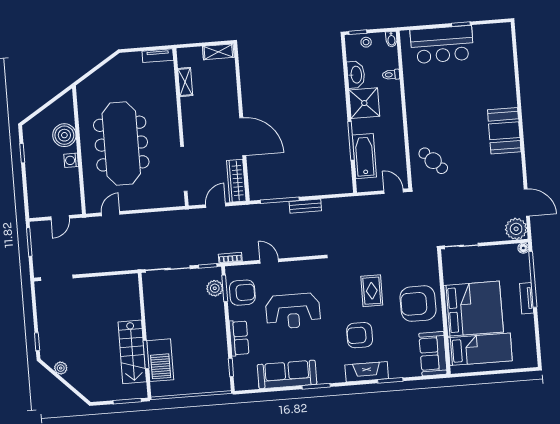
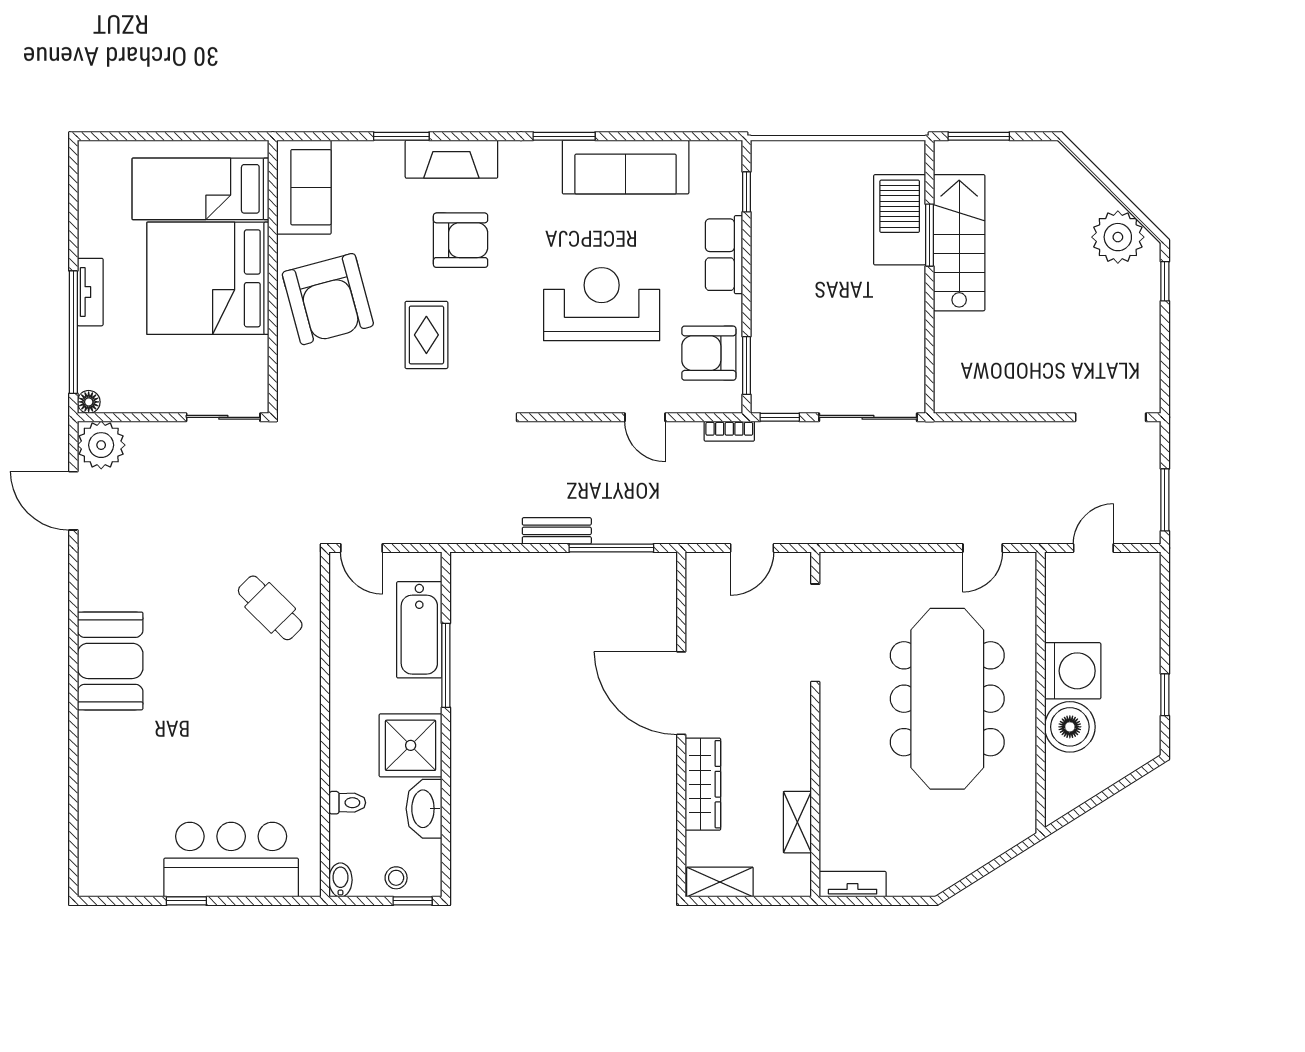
washing machine: (71, 160) -> (1073, 671), width x1.89, depth x1.89
wardrobe: (236, 181) -> (703, 784), moved
plant: (215, 288) -> (768, 367), removed
armchair: (418, 304) -> (328, 299), turned 75
plant: (61, 368) -> (1118, 237), width x1.87, depth x1.87

